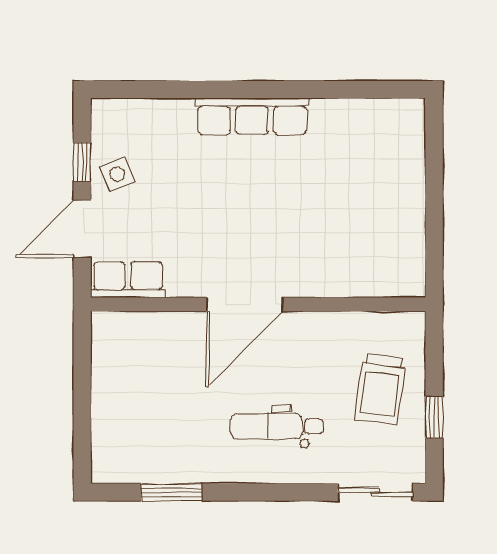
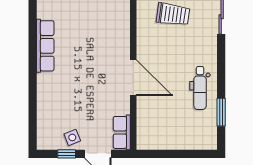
row of seats: (252, 116) -> (45, 46), moved
dental chair: (277, 426) -> (200, 88), moved

